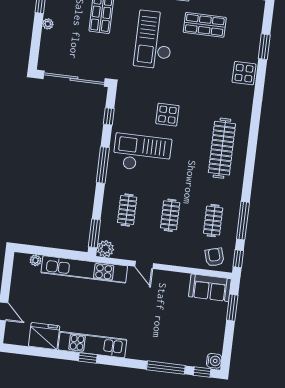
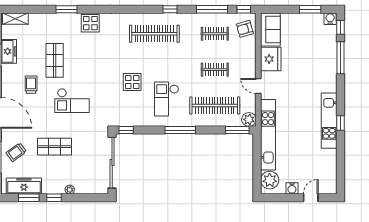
checkout: (154, 40) -> (72, 101), width x0.73, depth x0.83
window: (109, 116) -> (126, 130), moved
checkout: (142, 153) -> (166, 99), width x0.73, depth x0.83
window: (249, 170) -> (170, 9), added
clothes rail: (127, 210) -> (215, 106), width x1.86, depth x1.31
plant: (35, 260) -> (270, 180), width x1.87, depth x1.87
door: (144, 265) -> (258, 86), swing flipped
water cooler: (17, 290) -> (292, 188), added
window: (232, 308) -> (310, 9), moved
fridge: (44, 336) -> (271, 59), moved, turned 180

